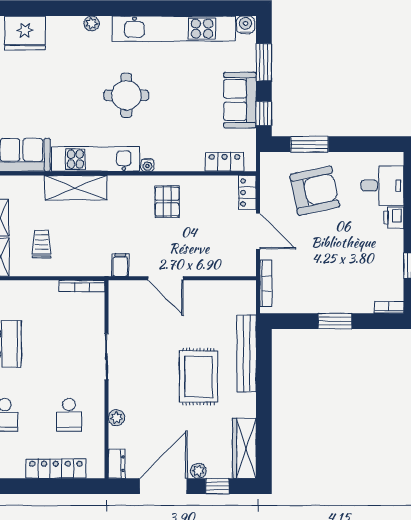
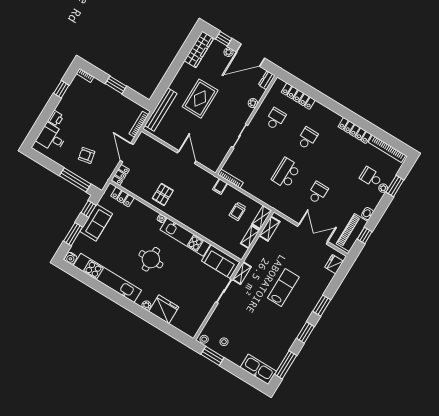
fridge: (25, 33) -> (164, 309), moved
window: (309, 144) -> (75, 180), width x1.44
shelving: (76, 188) -> (204, 229), removed
armchair: (315, 191) -> (87, 155), width x0.53, depth x0.53
filing cabinet: (120, 265) -> (220, 187), moved
bench: (247, 354) -> (161, 110), moved

